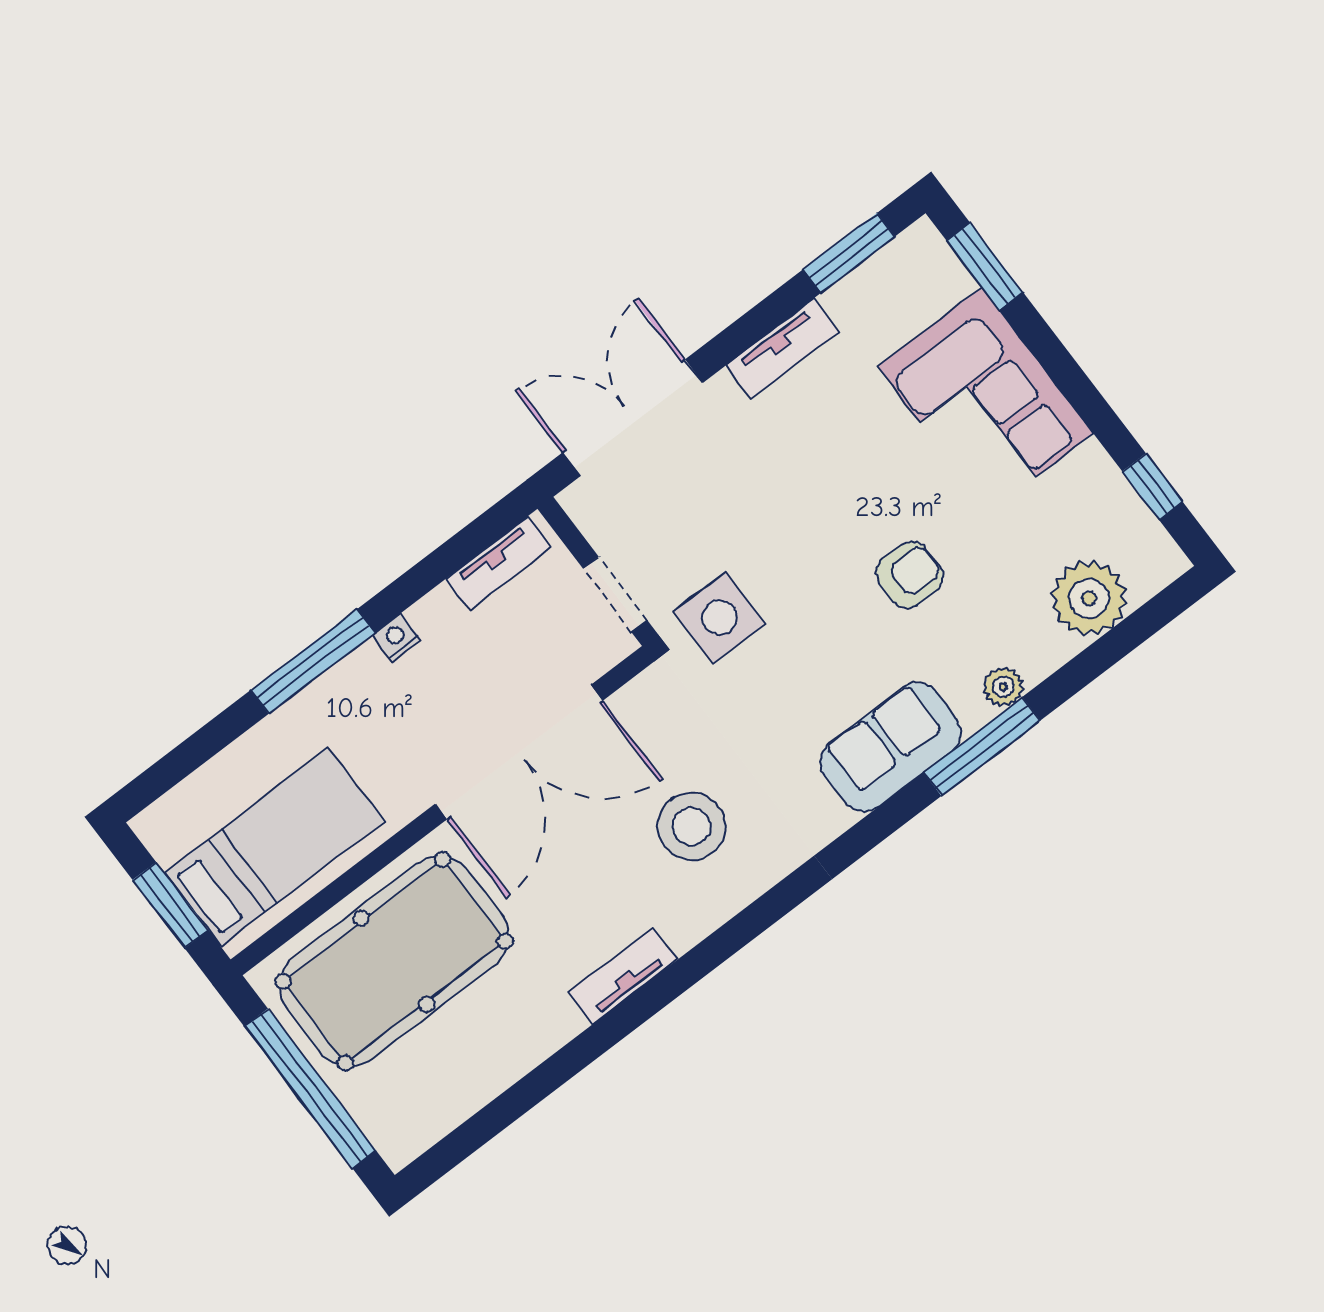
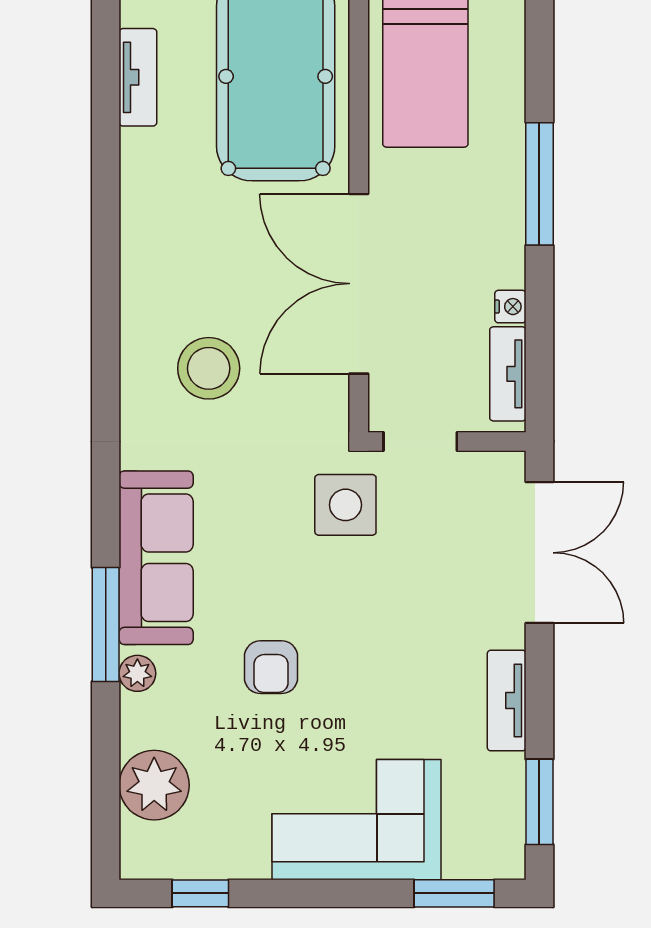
nightstand: (397, 637) -> (510, 307), moved
sofa: (891, 747) -> (156, 558), width x1.36
tv unit: (623, 976) -> (138, 77), moved

